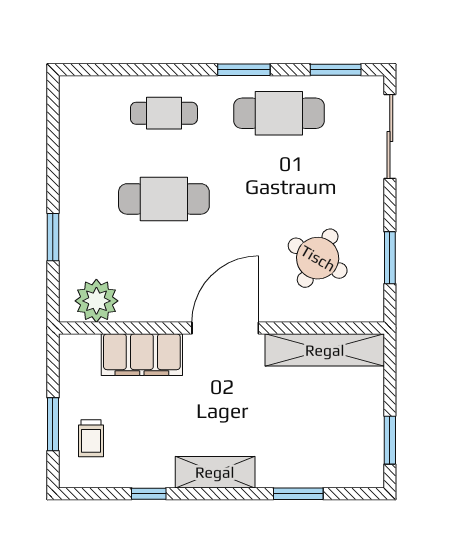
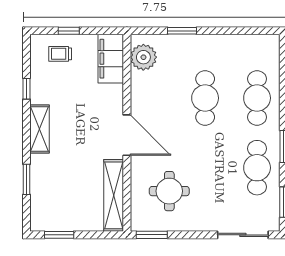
cafe table: (164, 113) -> (257, 98), width x1.37, depth x1.35
round table: (318, 258) -> (169, 191), turned -30
window: (390, 258) -> (152, 235), moved
filing cabinet: (142, 355) -> (111, 59), moved
window: (53, 424) -> (69, 31), width x0.67

